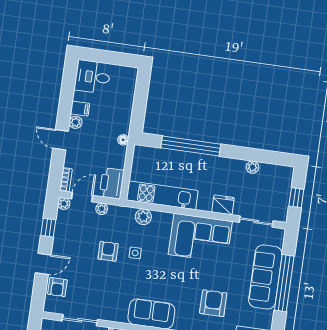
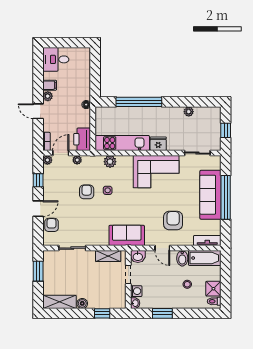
fridge: (223, 205) -> (158, 144), moved
armchair: (57, 287) -> (52, 225), turned 180

